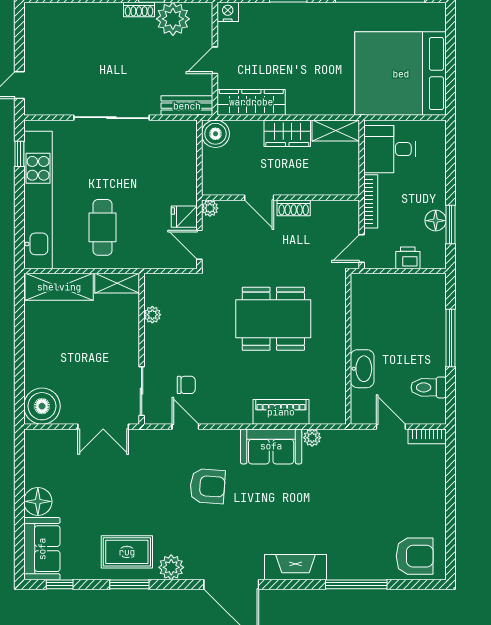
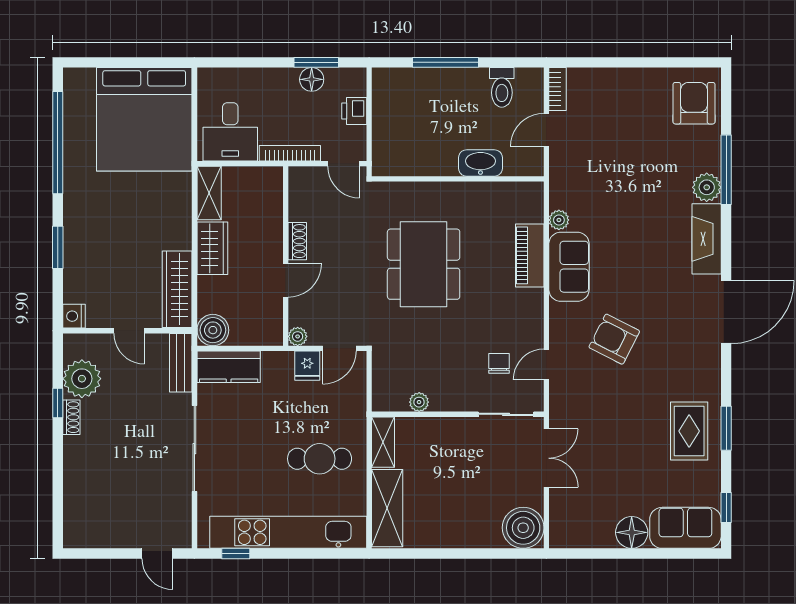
kitchen counter: (183, 148) -> (229, 367), added
armchair: (208, 486) -> (614, 339), turned -67
plant: (171, 567) -> (707, 187), moved

